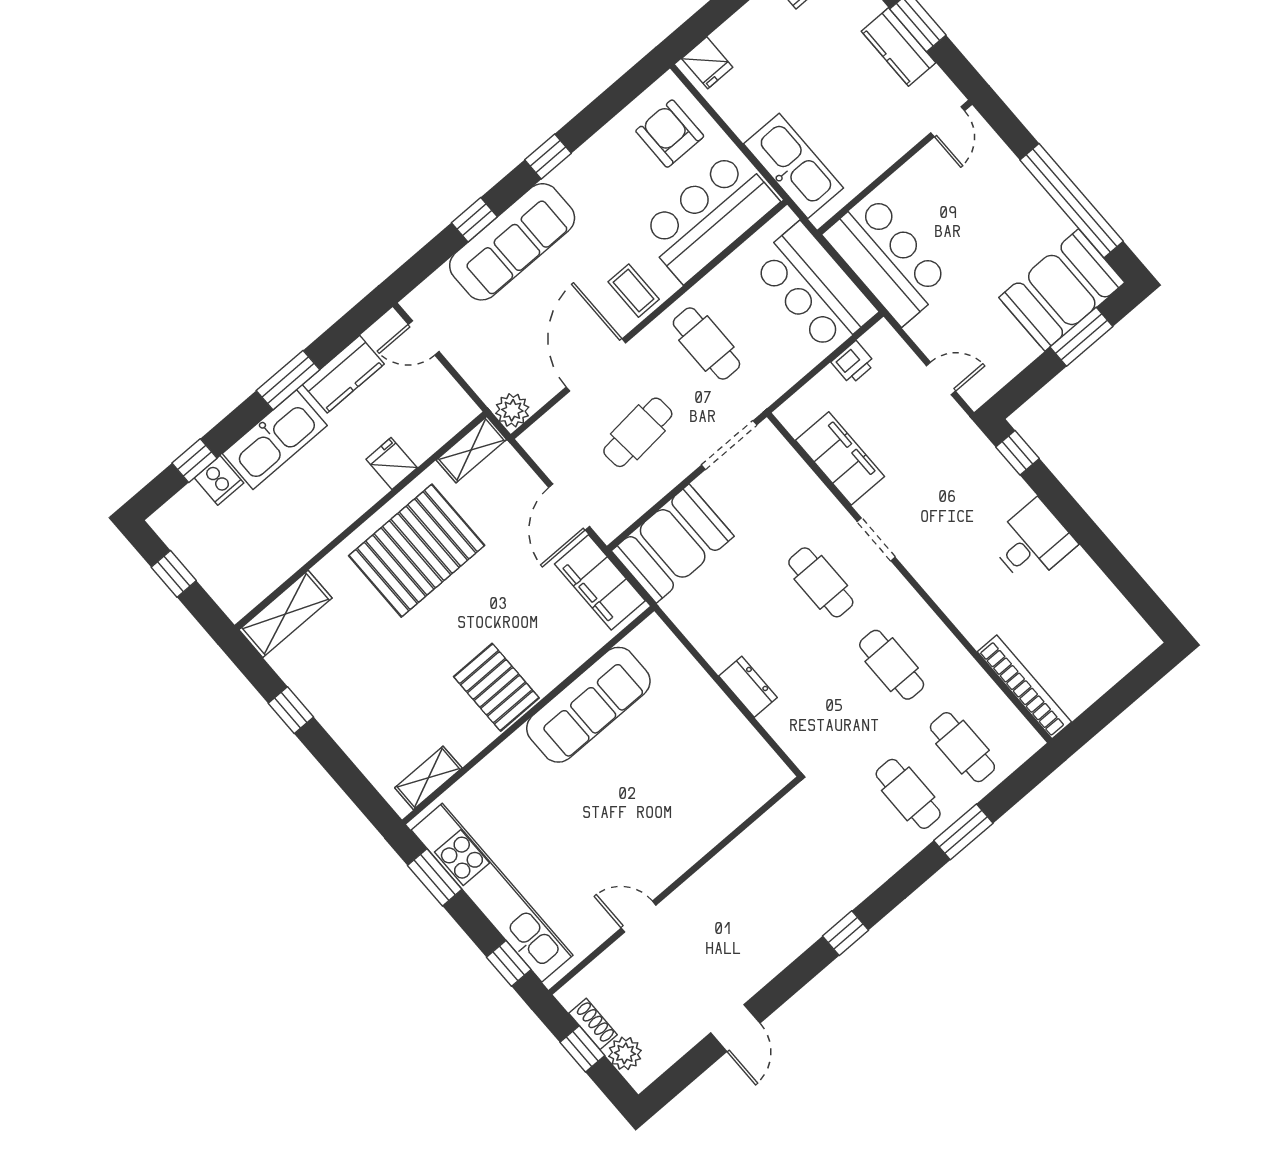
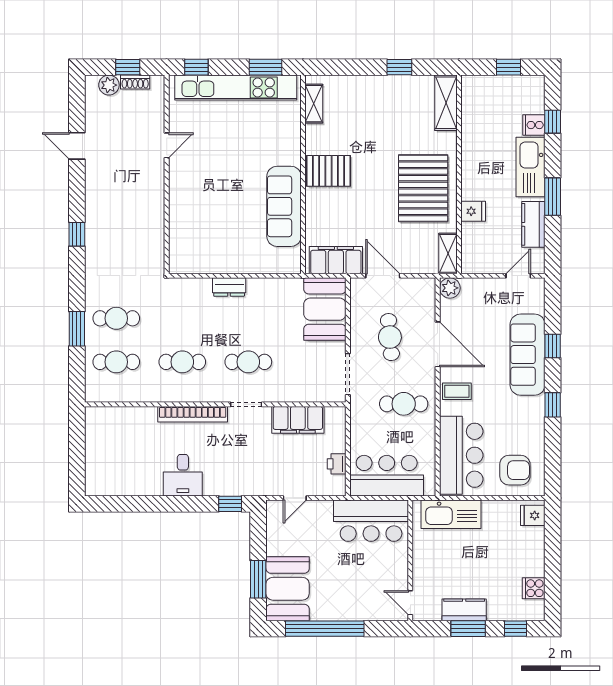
bookcase: (1024, 687) -> (193, 414), moved

